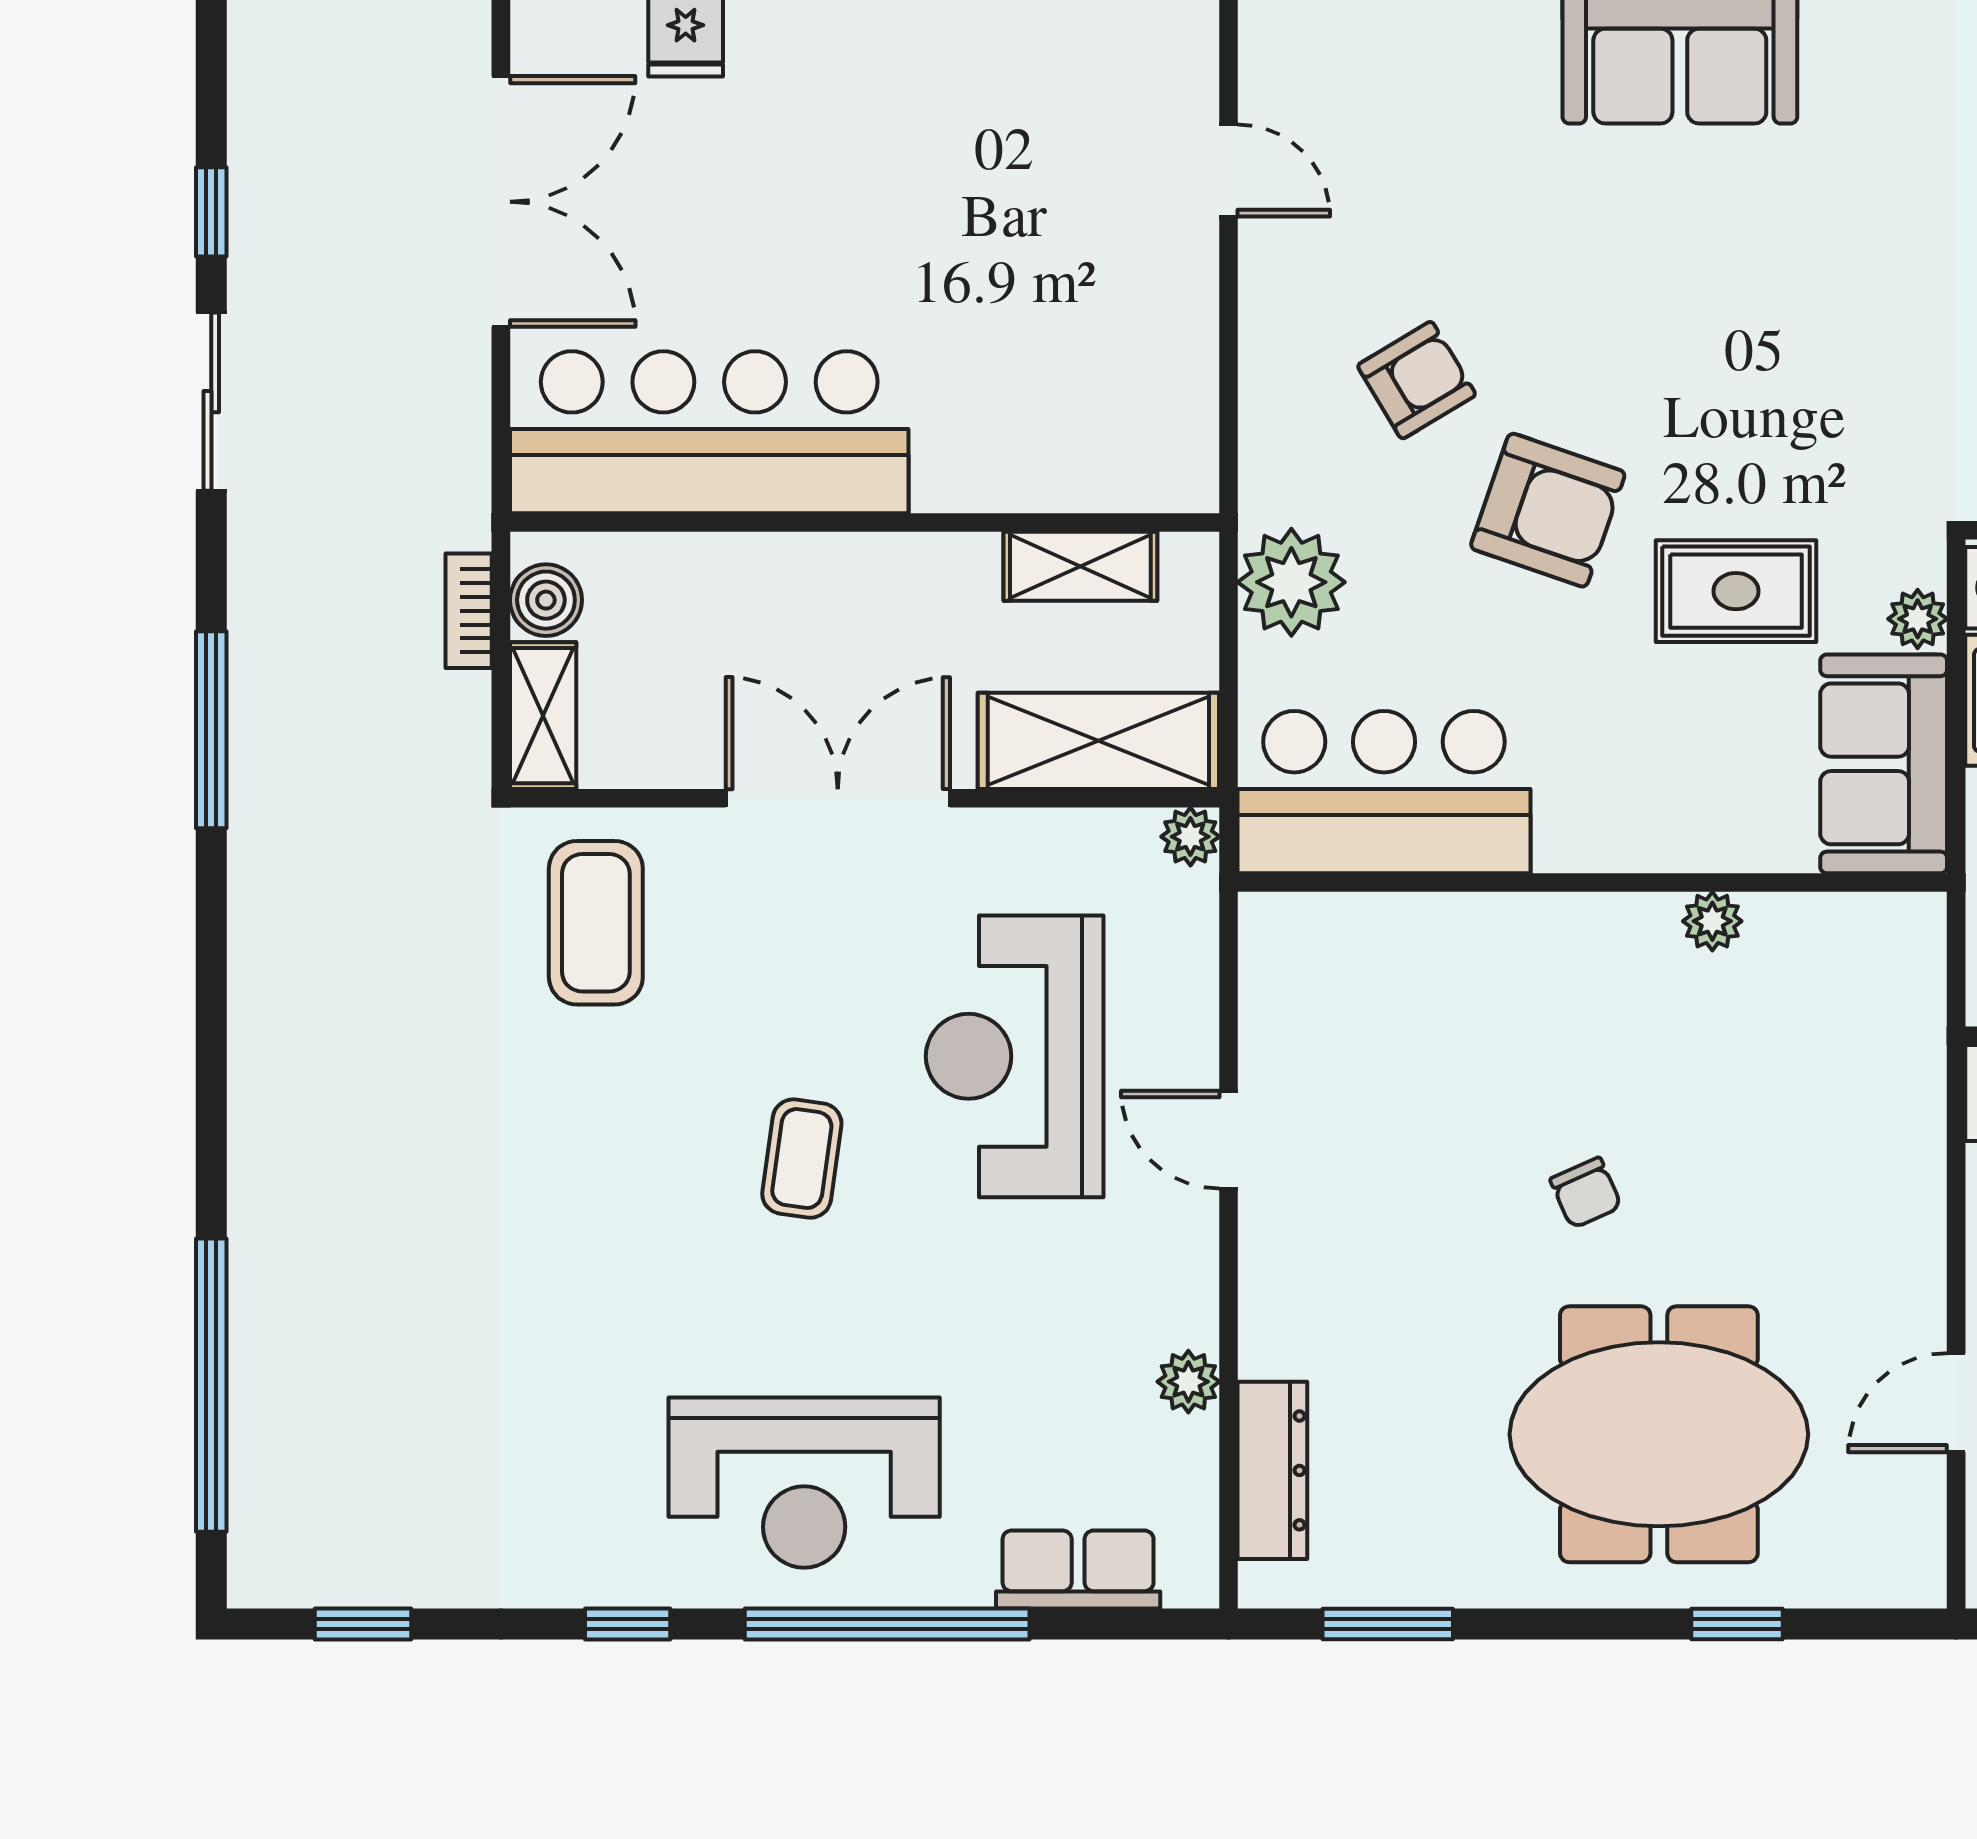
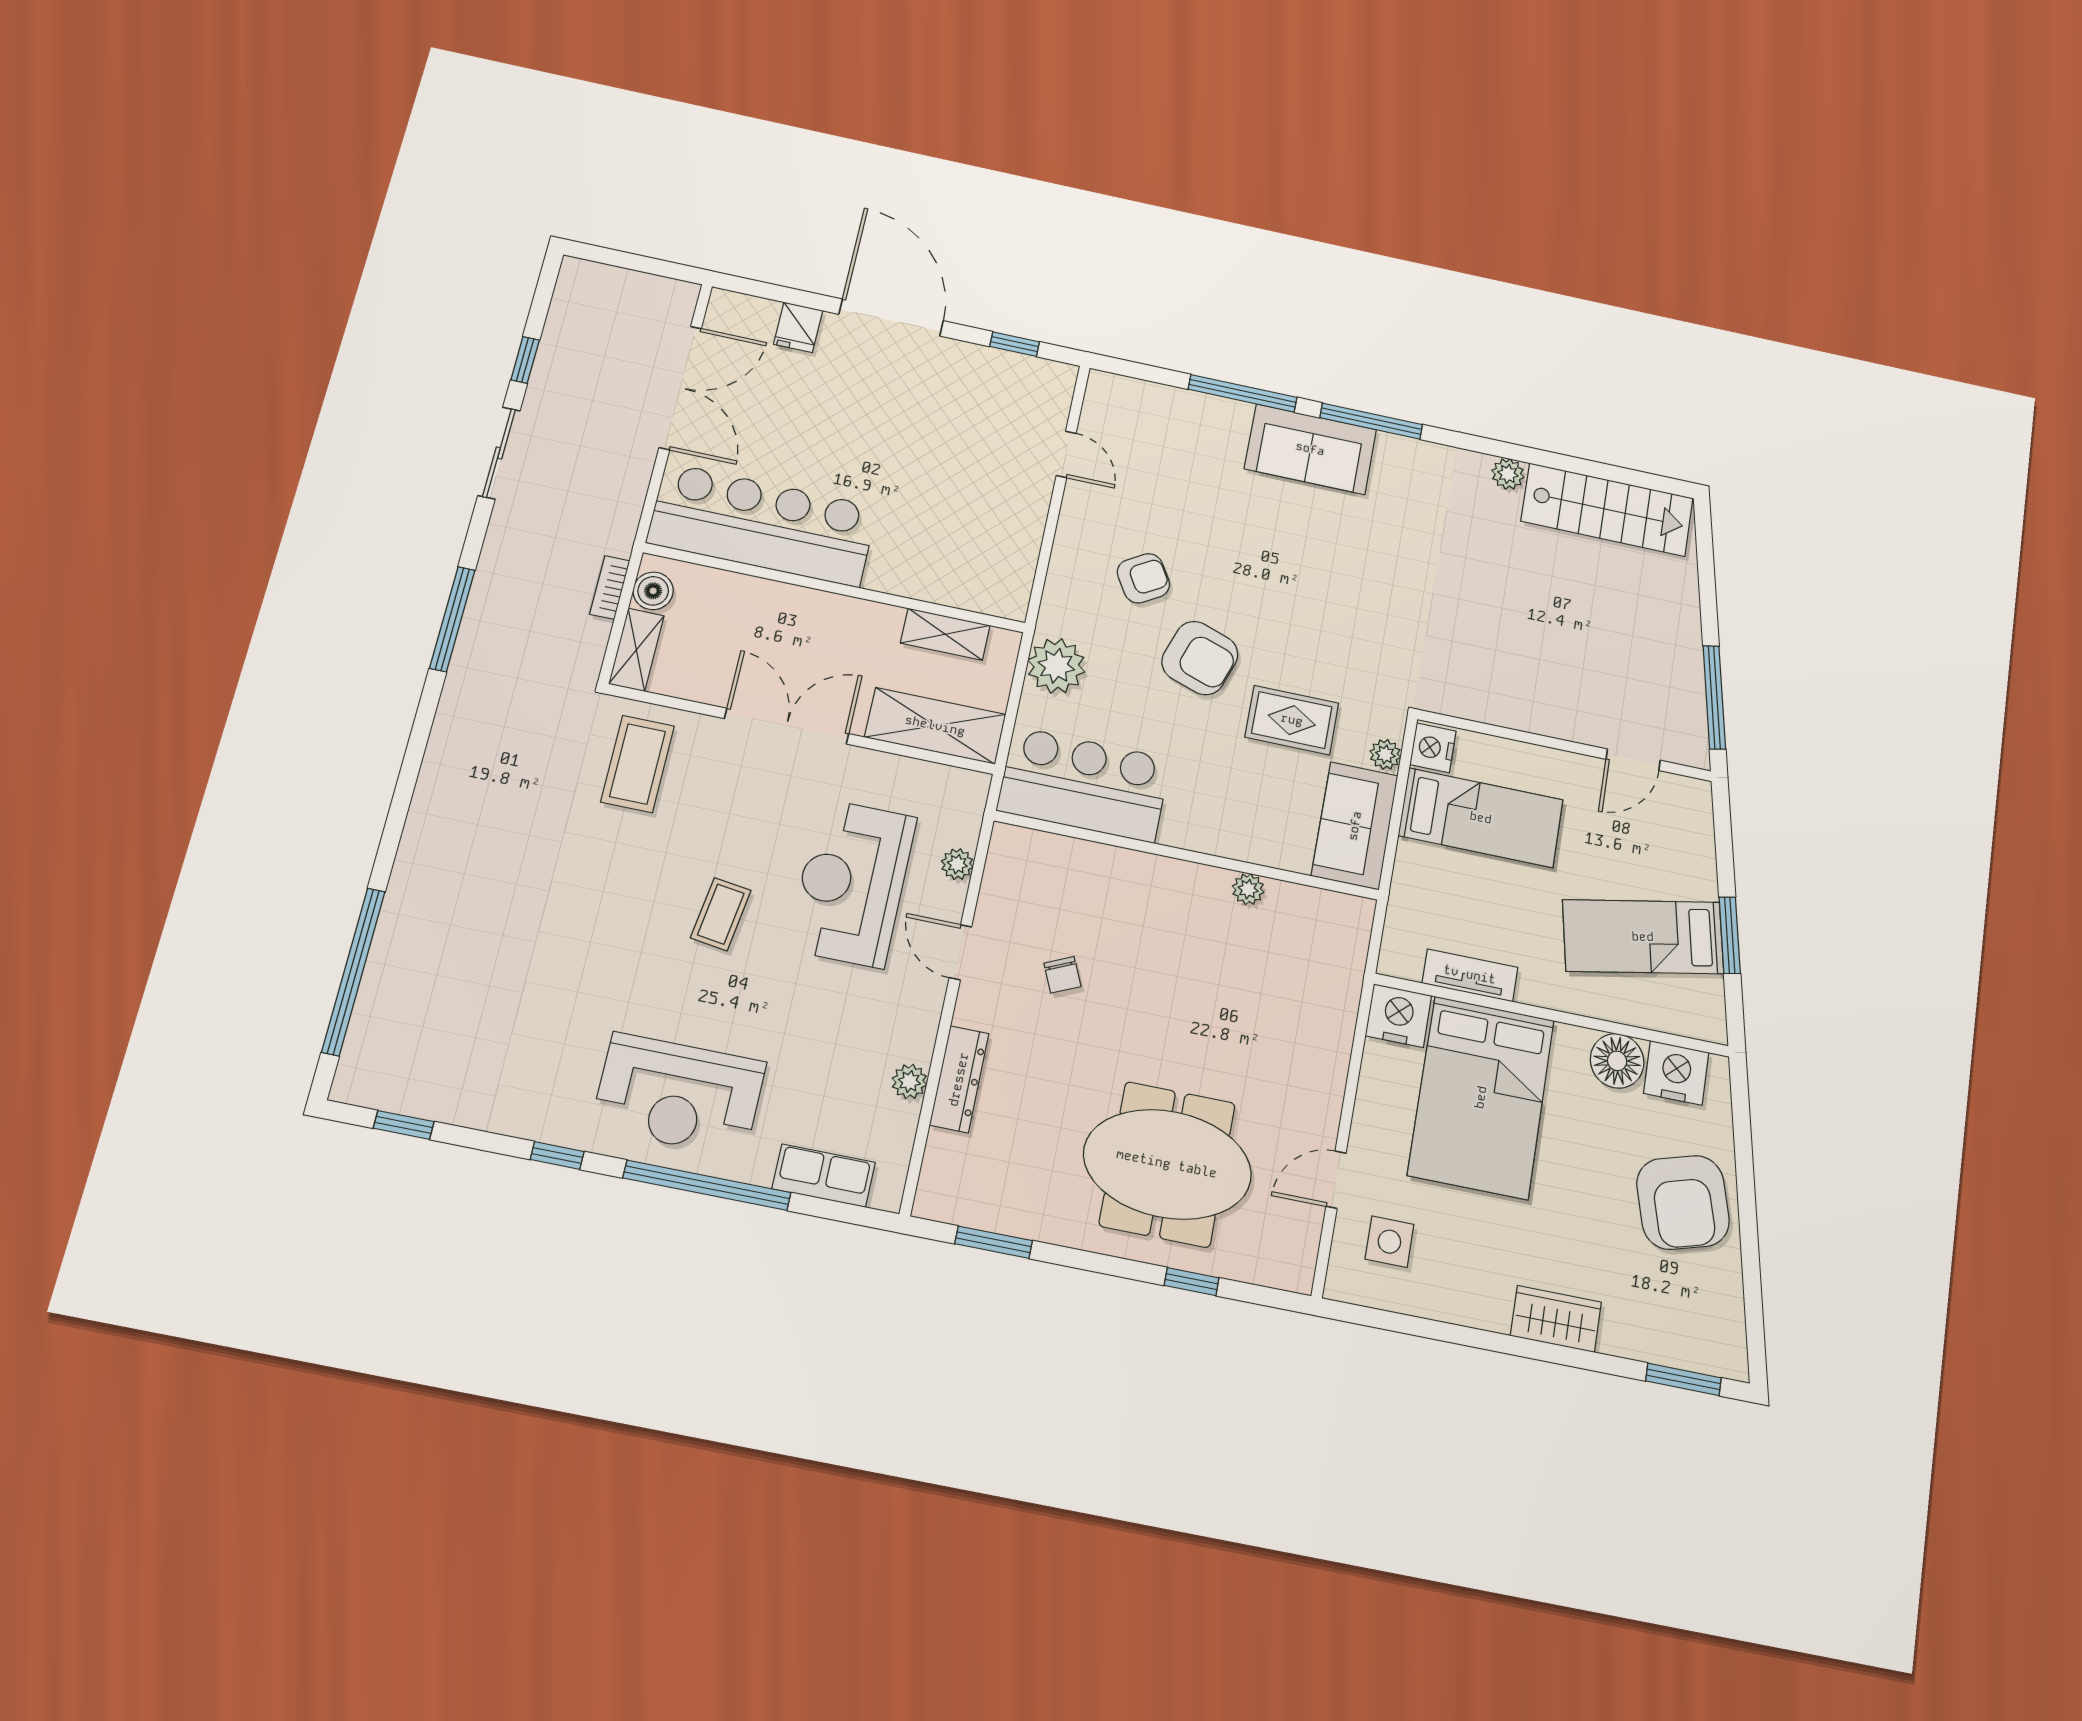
plant: (1190, 837) -> (957, 864), moved
chair: (1586, 1193) -> (1062, 975), moved
dresser: (1272, 1470) -> (959, 1079), moved

